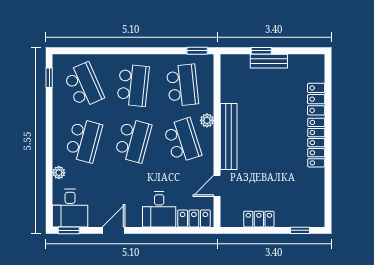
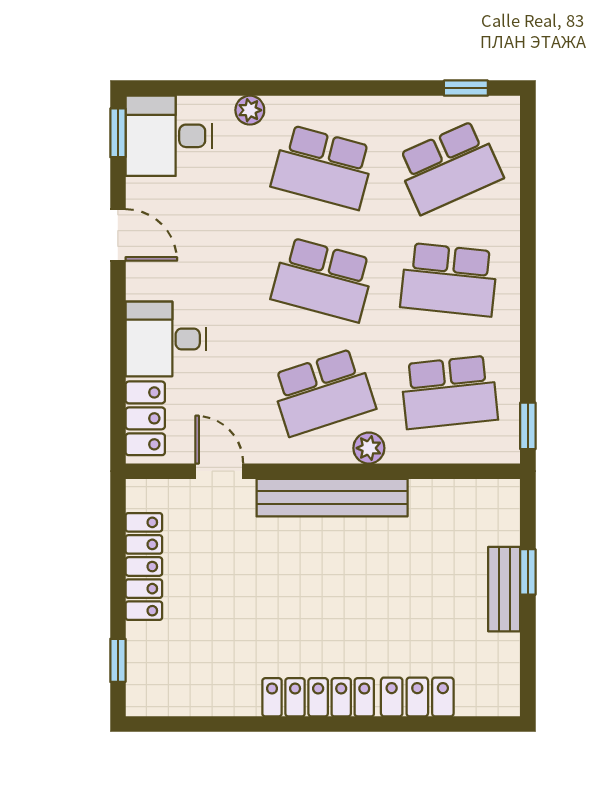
locker: (259, 219) -> (144, 567), width x1.53

